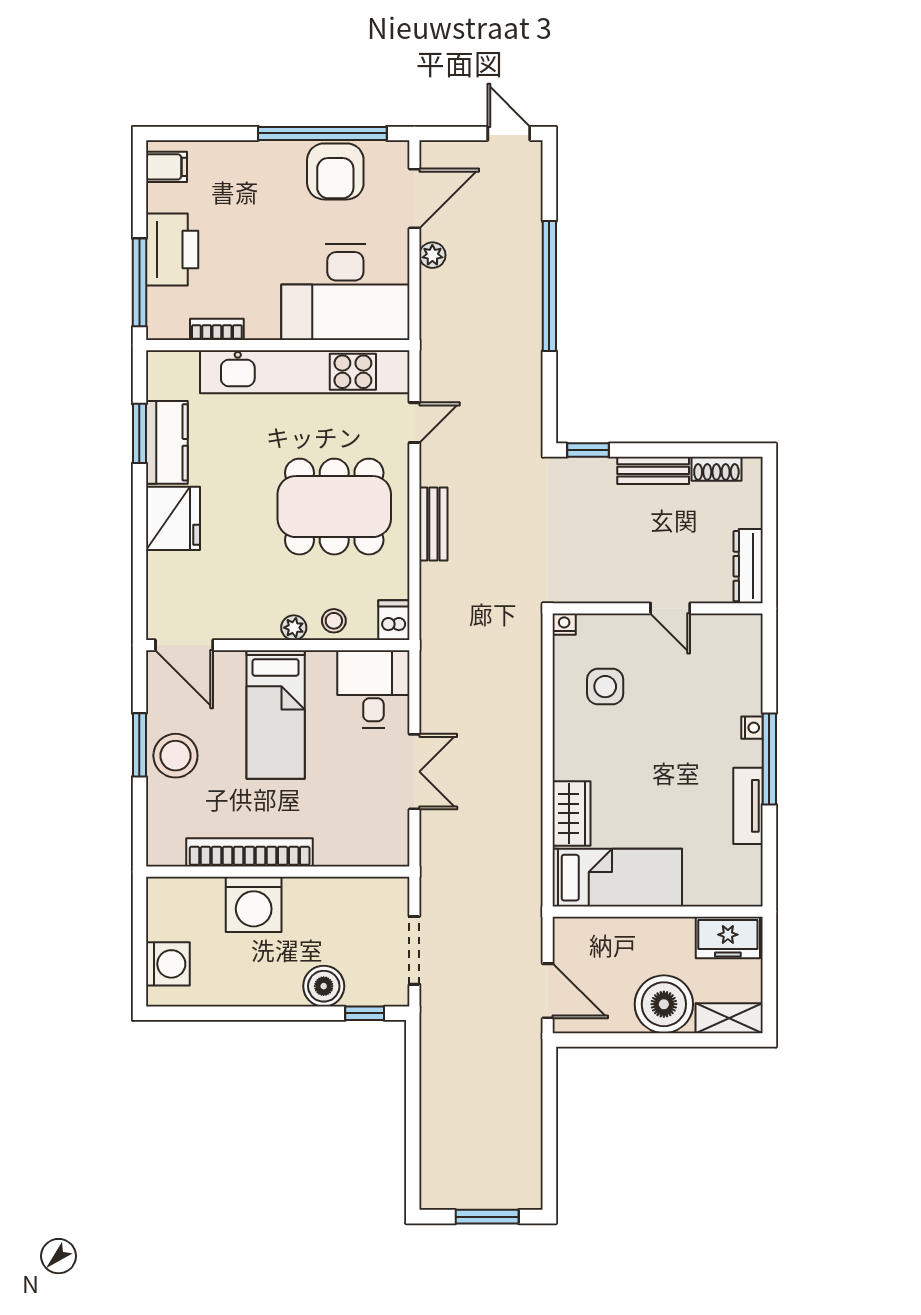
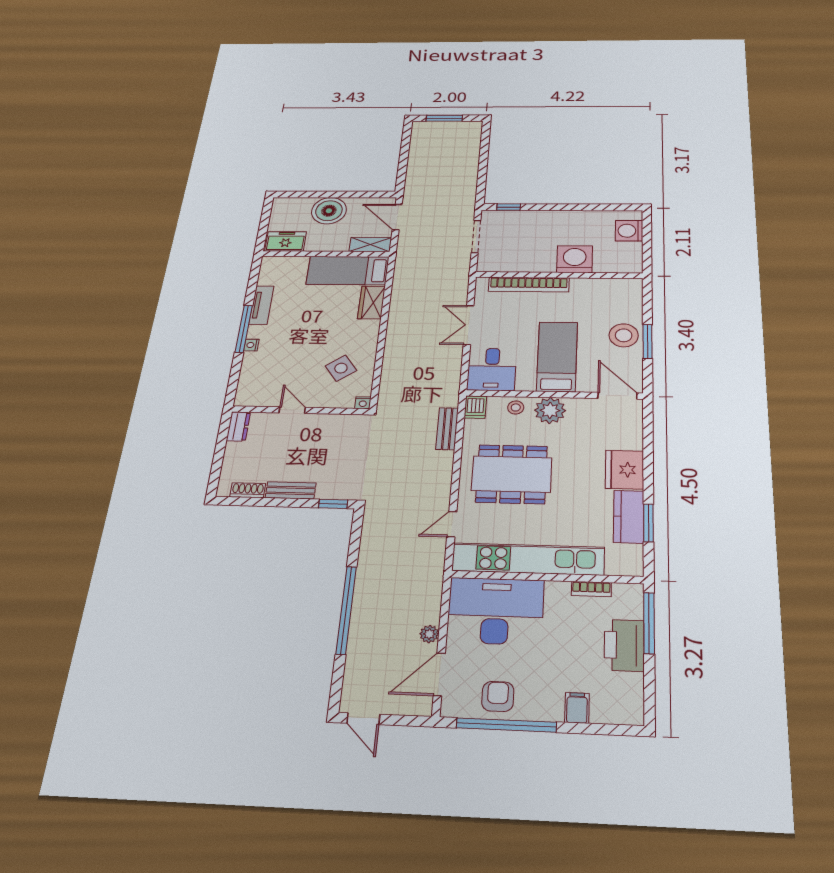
filing cabinet: (166, 167) -> (577, 708), moved, turned 90
armchair: (335, 171) -> (498, 696), width x0.72, depth x0.72
bench: (433, 524) -> (447, 429), moved
dresser: (748, 566) -> (238, 426), width x0.70
plant: (294, 628) -> (550, 410), width x1.88, depth x1.88
side table: (605, 687) -> (341, 368), turned -36
bookcase: (250, 852) -> (529, 285), moved
boiler: (324, 986) -> (533, 220), removed
shelving: (729, 1018) -> (370, 245), moved

